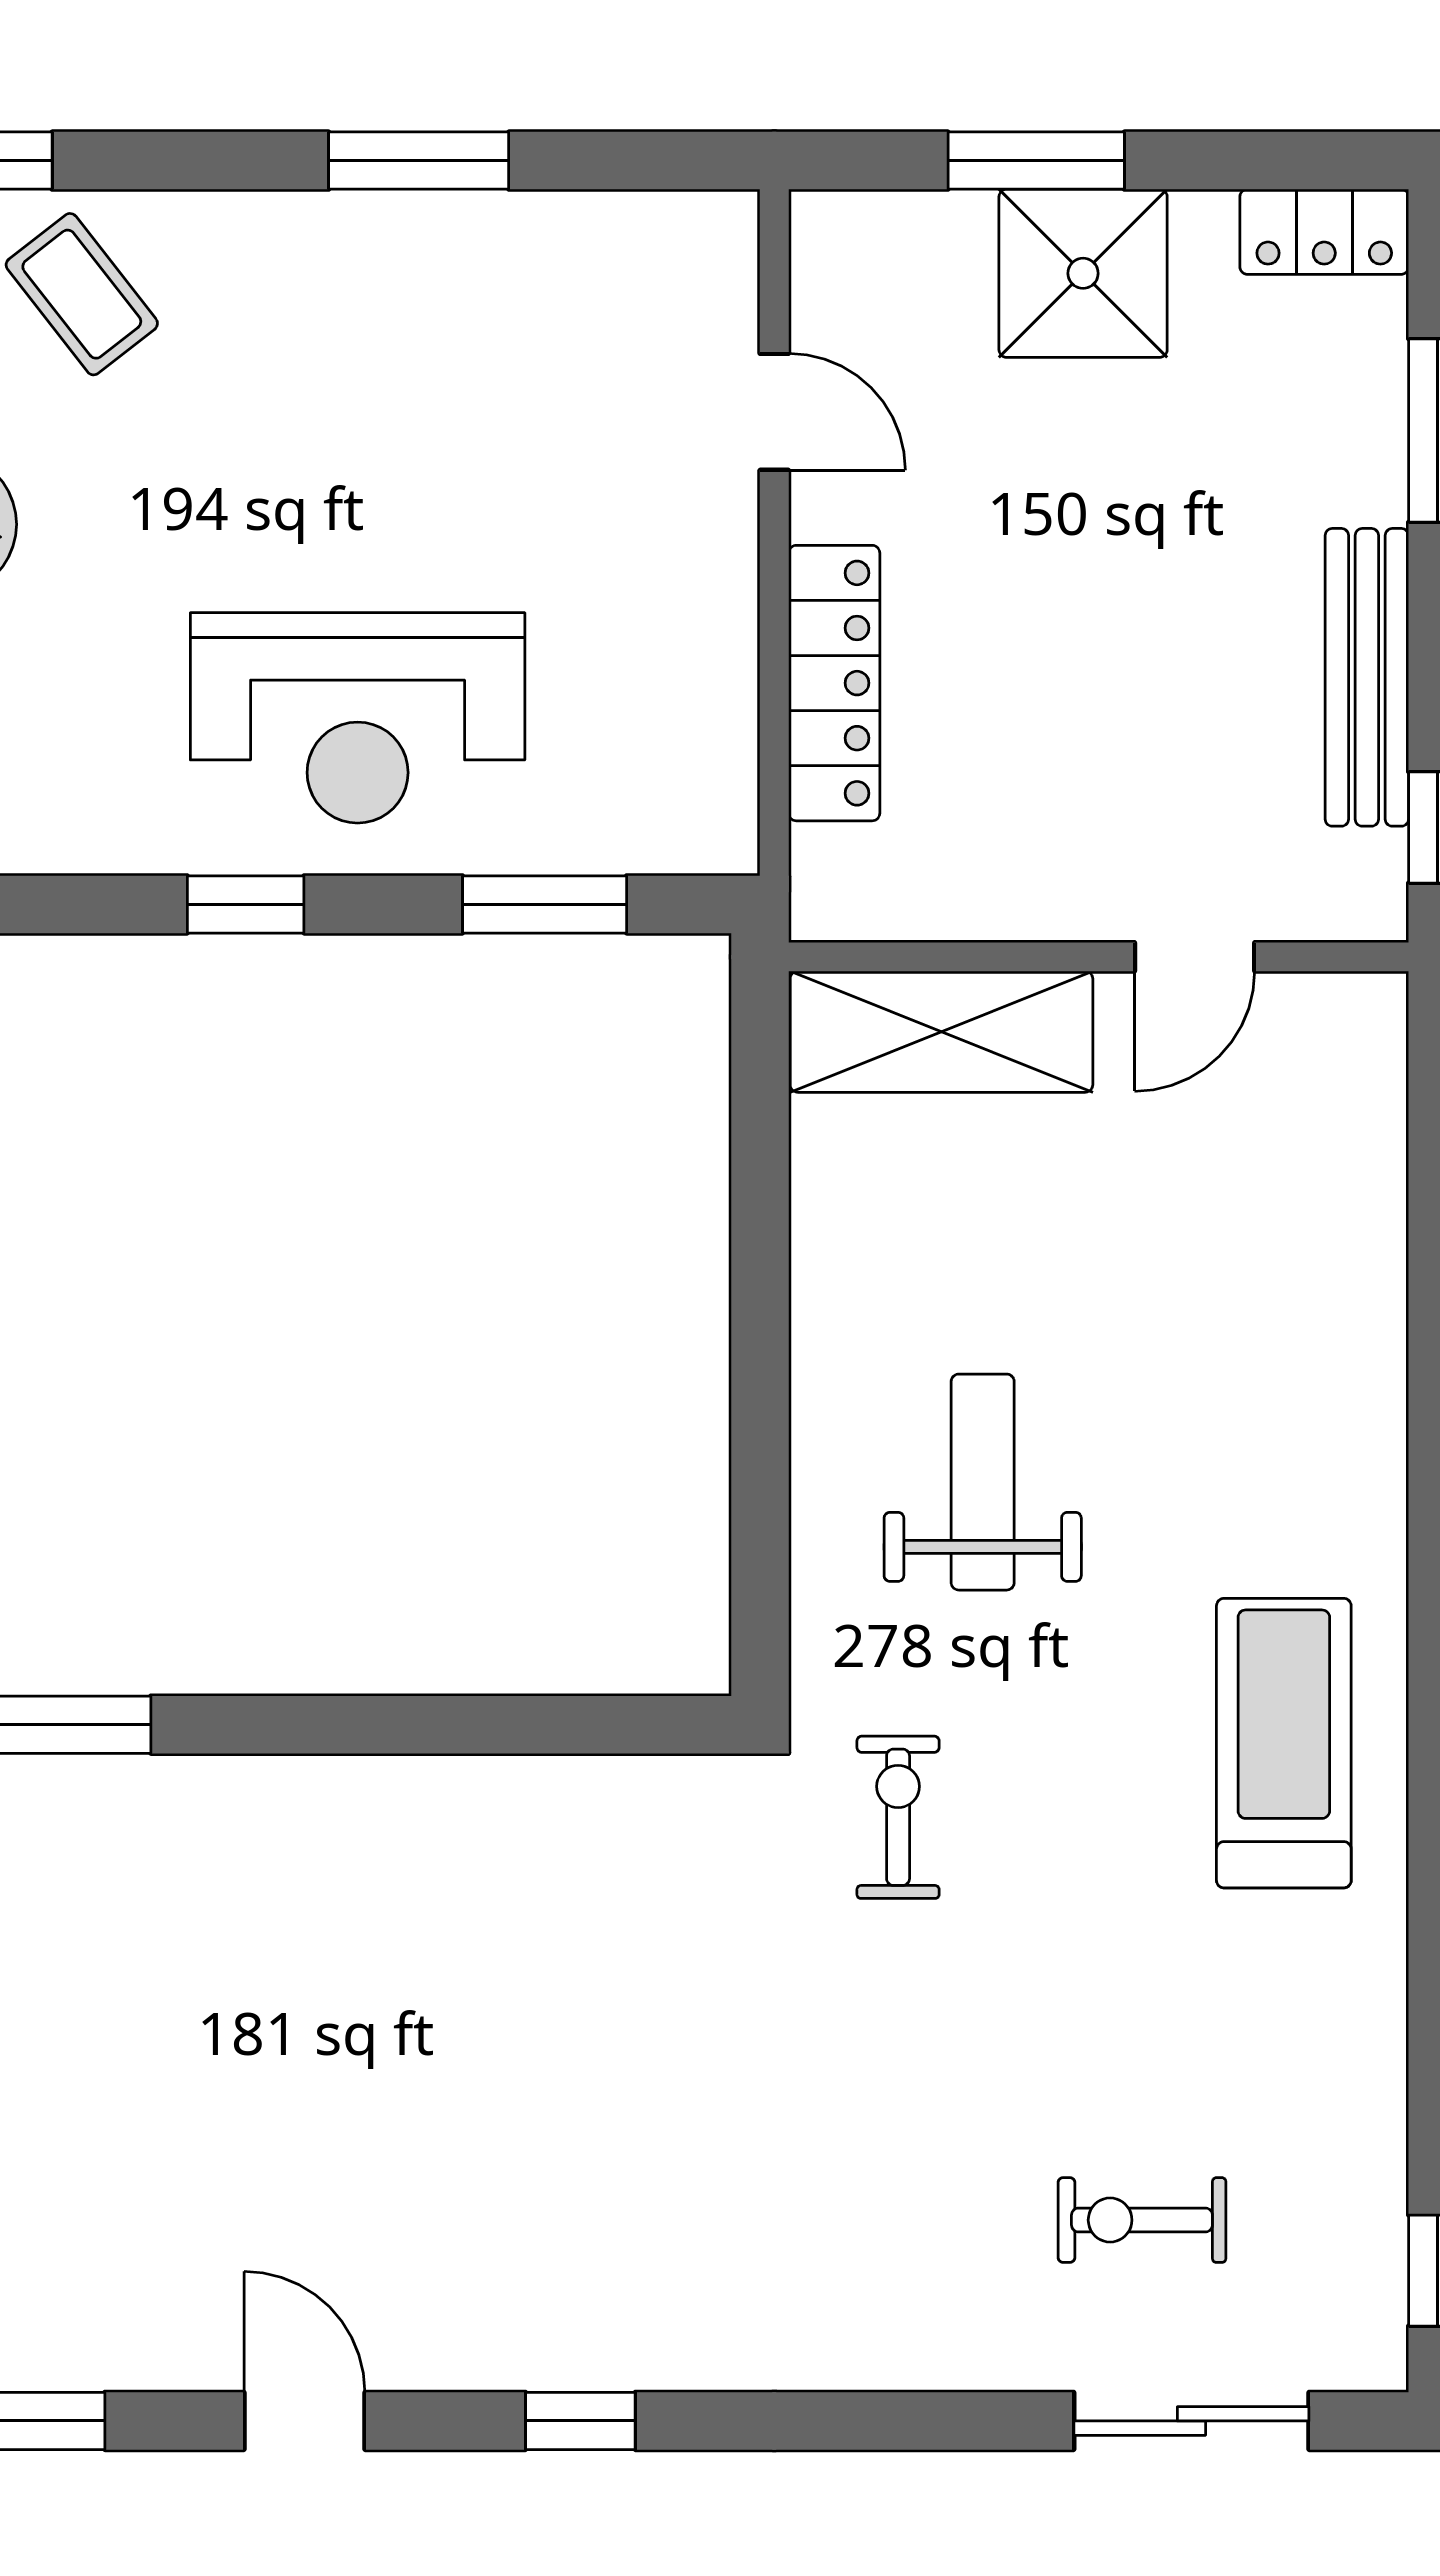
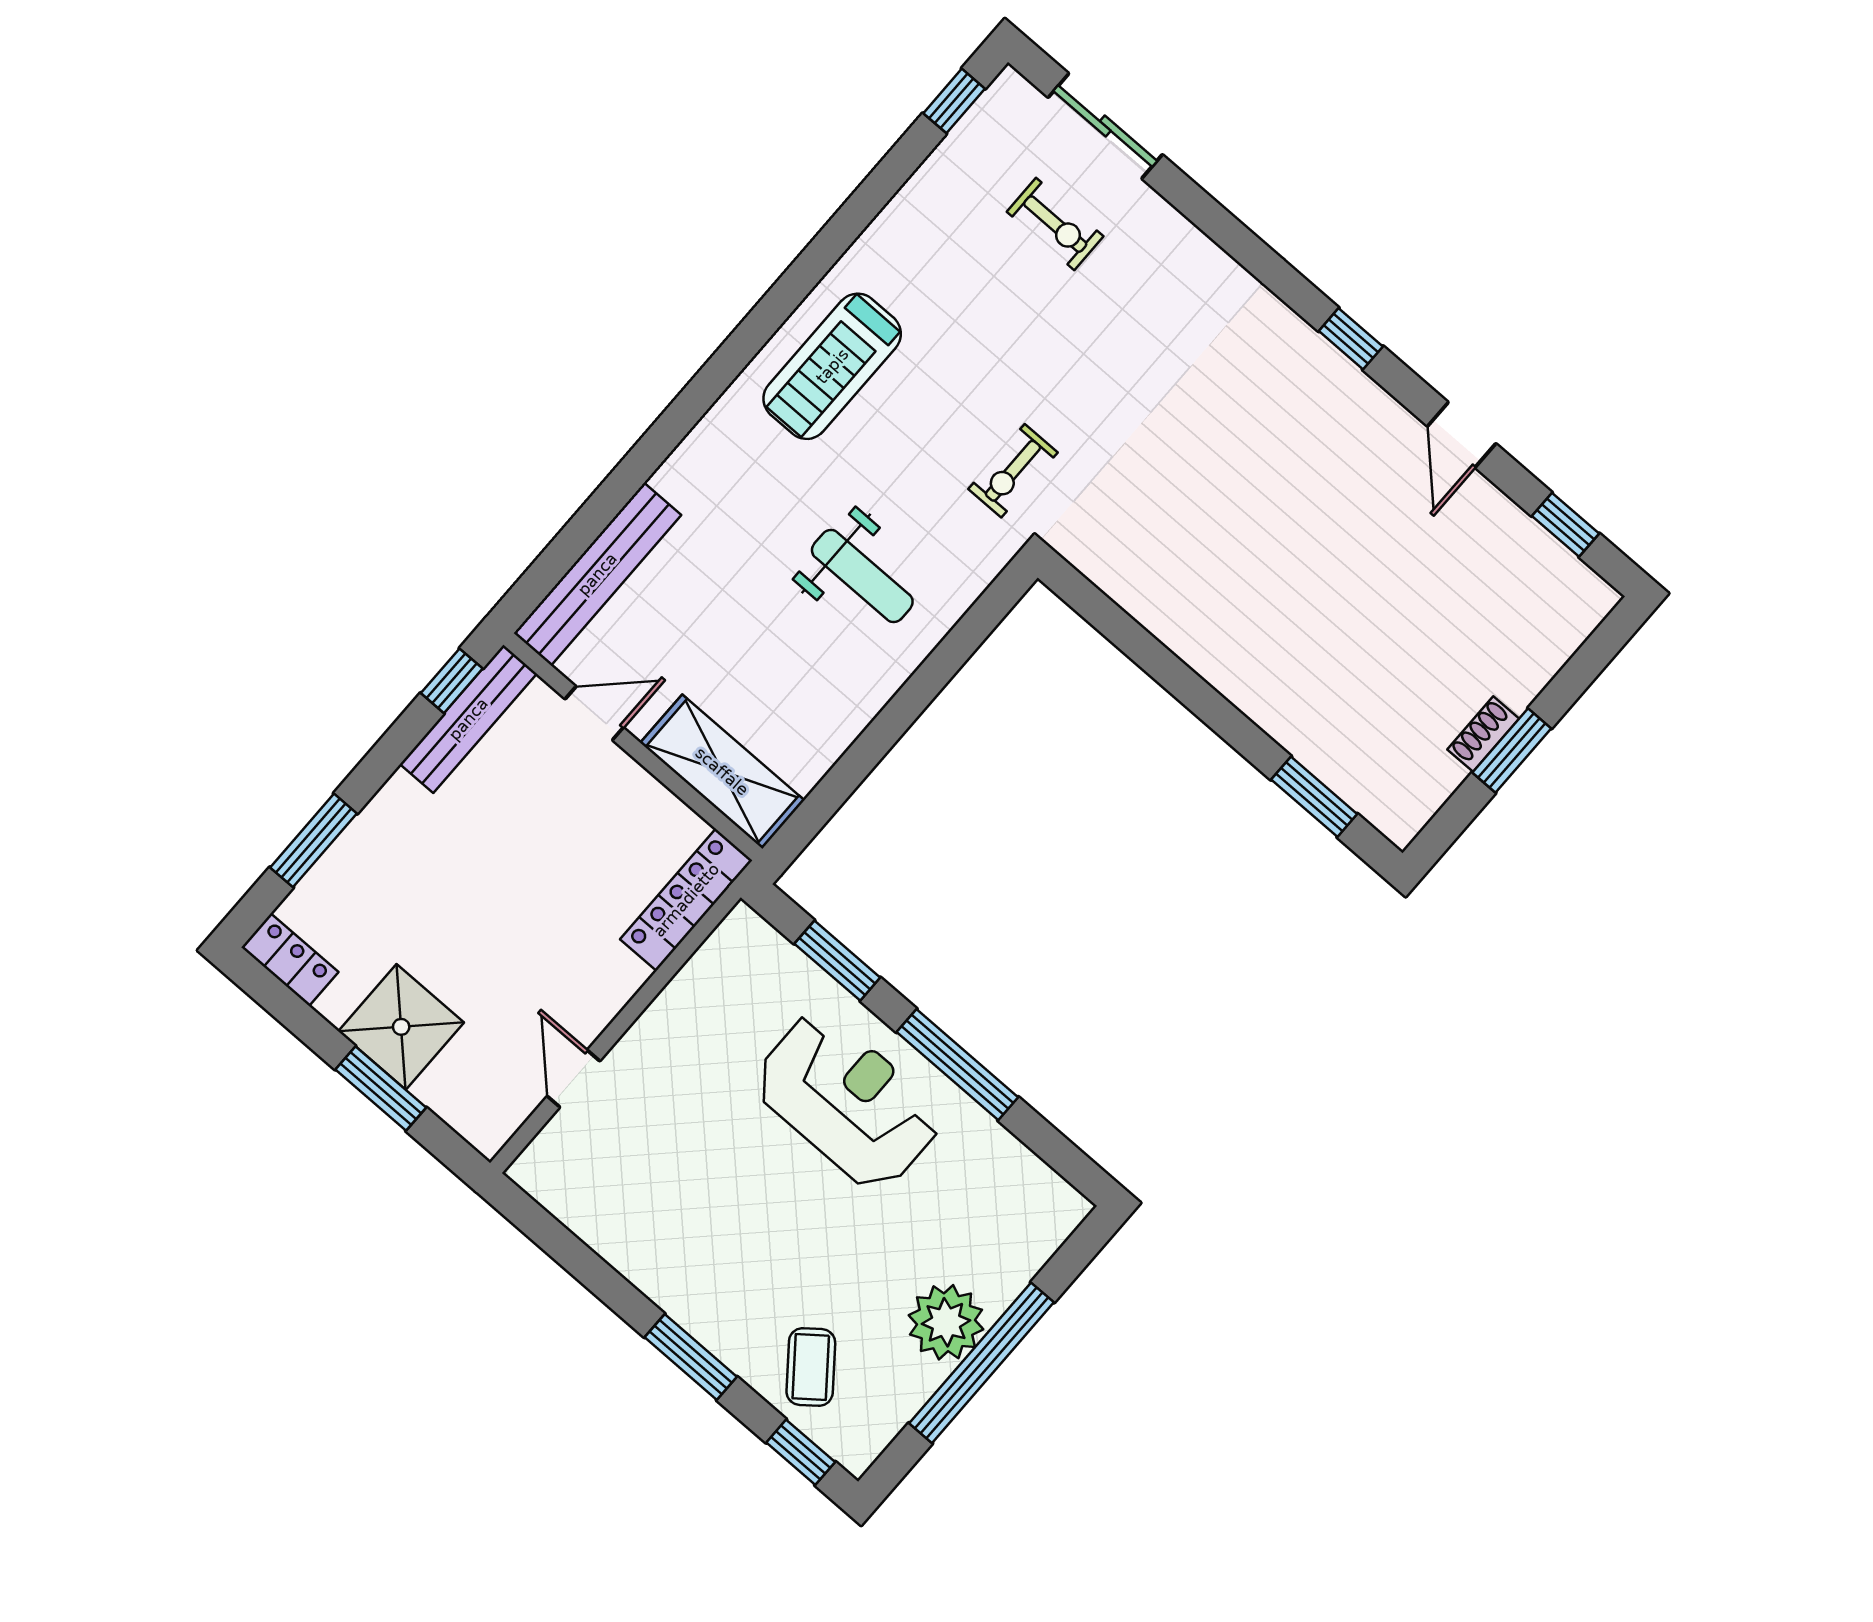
window: (419, 161) -> (691, 1357), moved
bench: (1367, 677) -> (468, 719), moved
locker: (834, 683) -> (686, 900), moved
window: (246, 904) -> (957, 1065), width x2.17
bench: (1362, 1159) -> (597, 574), added
weight bench: (983, 1482) -> (862, 576), turned -90

